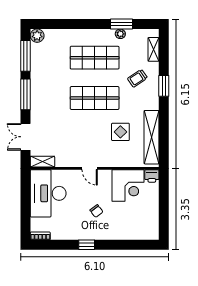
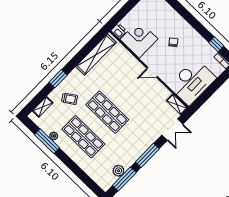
window: (122, 24) -> (47, 141), width x1.44
plant: (37, 36) -> (118, 171), moved
display table: (120, 132) -> (112, 76), removed
door: (90, 168) -> (152, 72), swing flipped
window: (87, 245) -> (216, 44), moved

